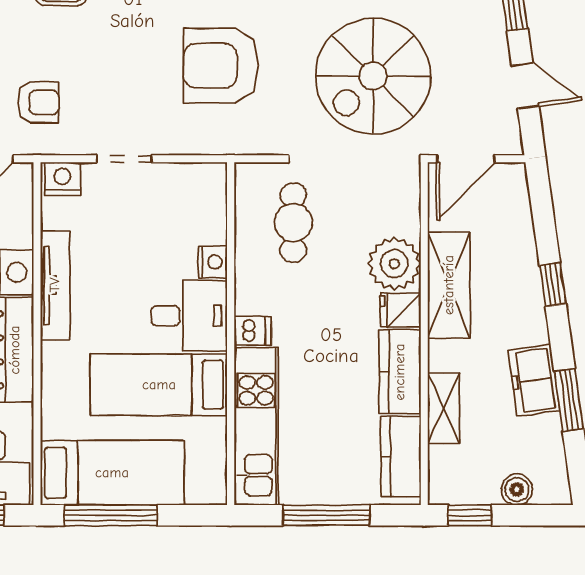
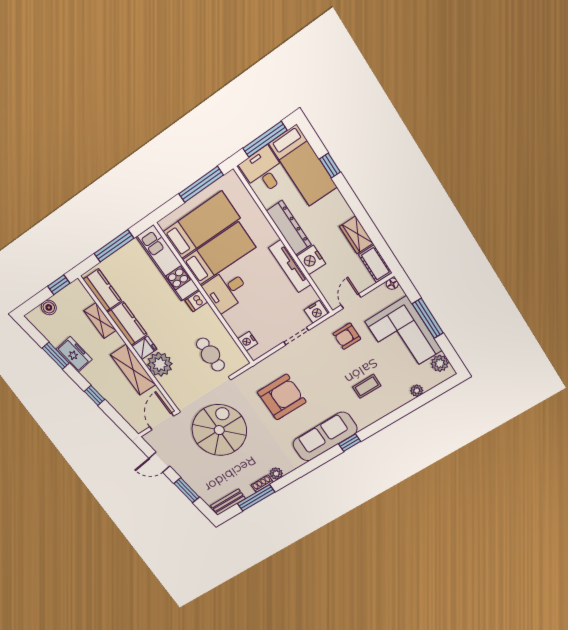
nightstand: (213, 262) -> (248, 341), moved
bed: (112, 473) -> (201, 225), moved, turned 180

